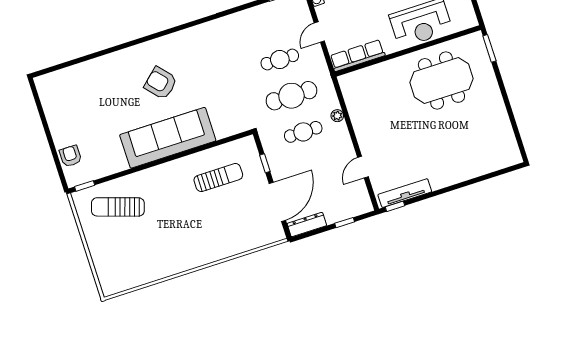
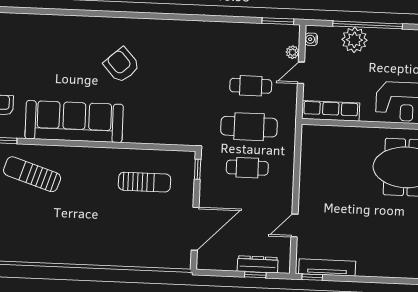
plant: (337, 116) -> (293, 52), moved
sofa: (168, 138) -> (74, 121), moved
window: (265, 163) -> (198, 169), moved
dresser: (307, 225) -> (258, 264), moved

